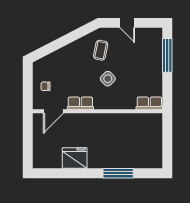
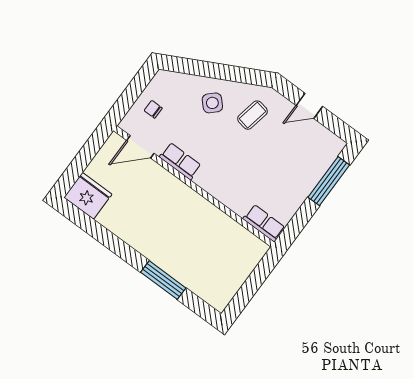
door: (127, 23) -> (309, 106), hinge flipped
side table: (108, 79) -> (212, 103), moved
fridge: (75, 158) -> (88, 196), moved

